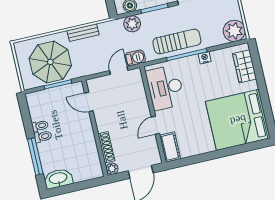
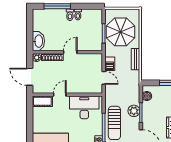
plant: (132, 24) -> (134, 111), moved
barbecue: (135, 58) -> (110, 64), moved
door: (89, 102) -> (70, 52), moved
door: (155, 125) -> (60, 95), hinge flipped
washbasin: (58, 179) -> (38, 41), moved

